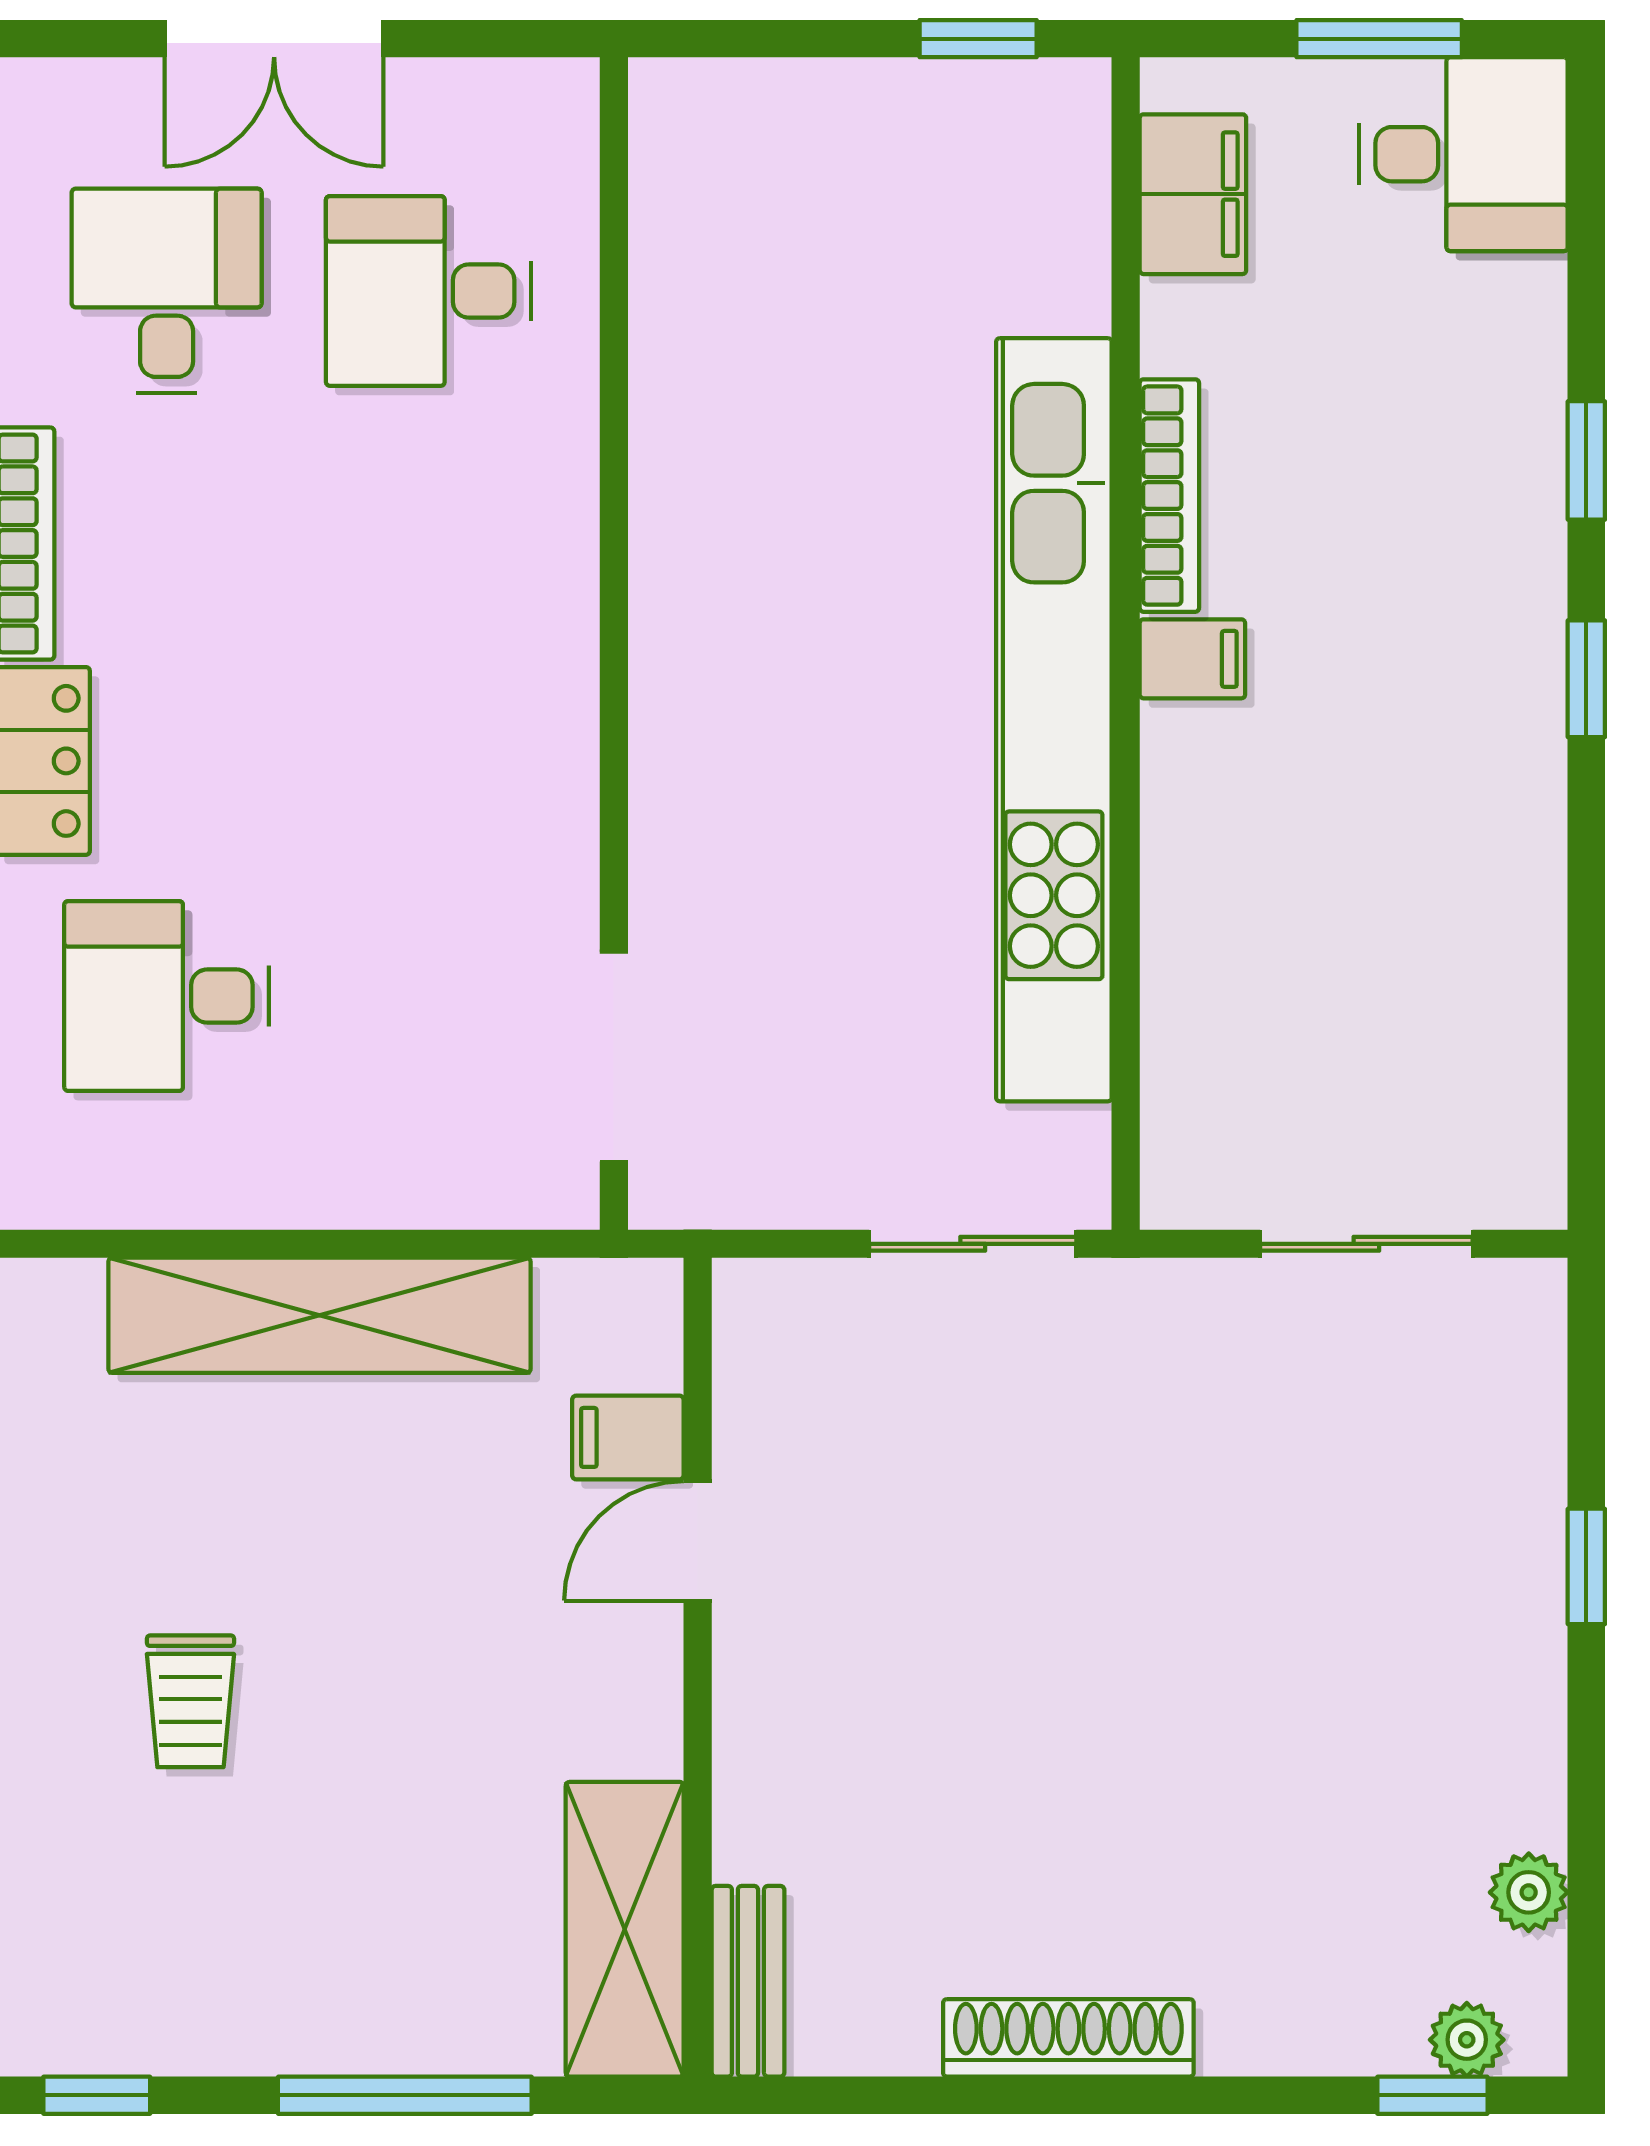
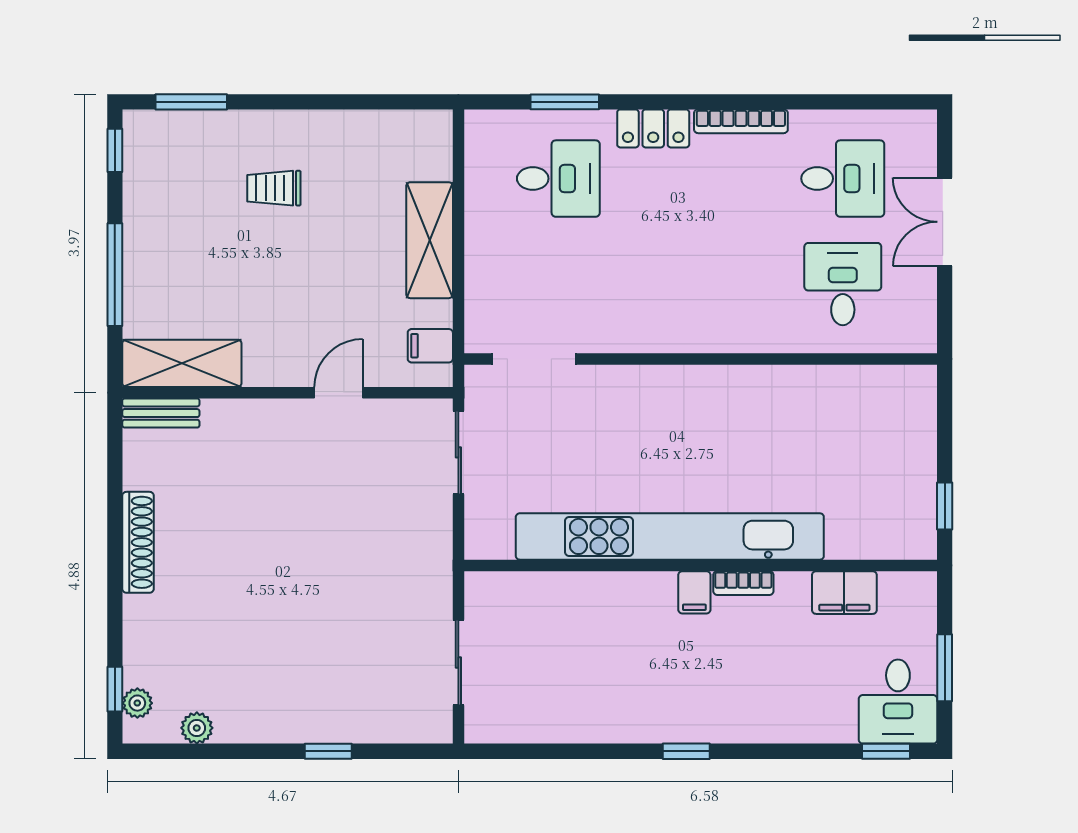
filing cabinet: (1193, 194) -> (844, 593), moved
window: (1586, 460) -> (886, 751), moved
bookcase: (1169, 496) -> (743, 583), width x0.64
desk: (167, 996) -> (558, 179), turned 90
sliding door: (973, 1244) -> (458, 452), moved
shelving: (319, 1315) -> (430, 240), width x0.68
filing cabinet: (628, 1437) -> (430, 346), moved, turned -90
door: (698, 1541) -> (339, 393), hinge flipped

